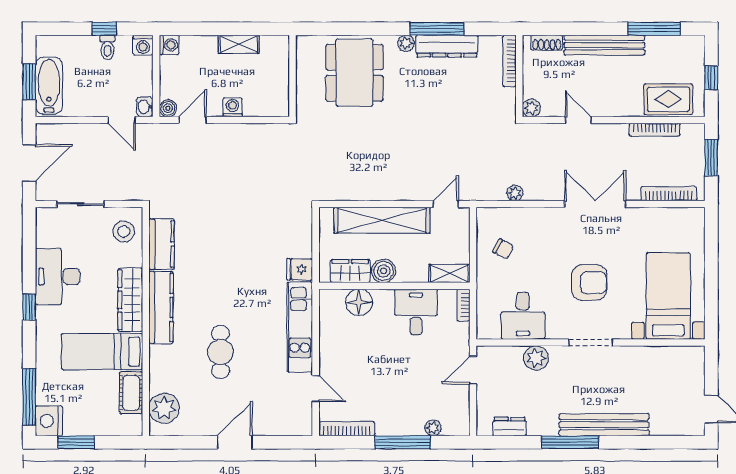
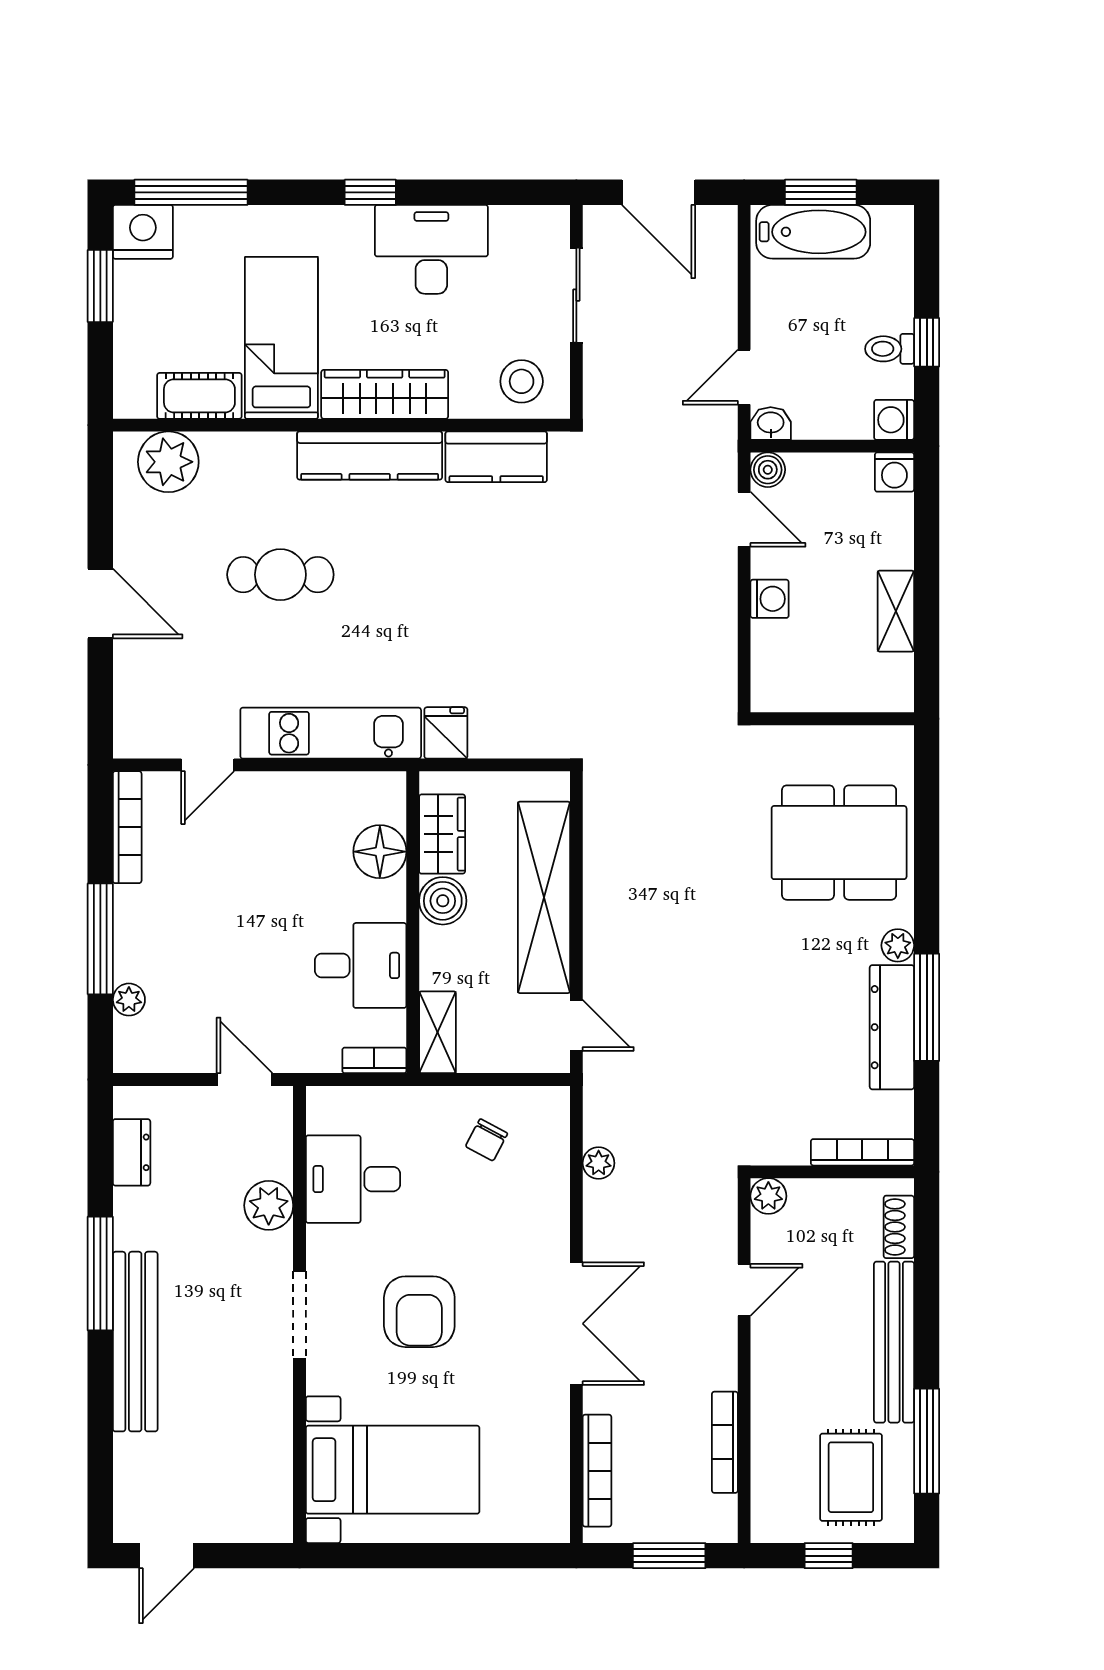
rug: (668, 99) -> (851, 1477), moved

